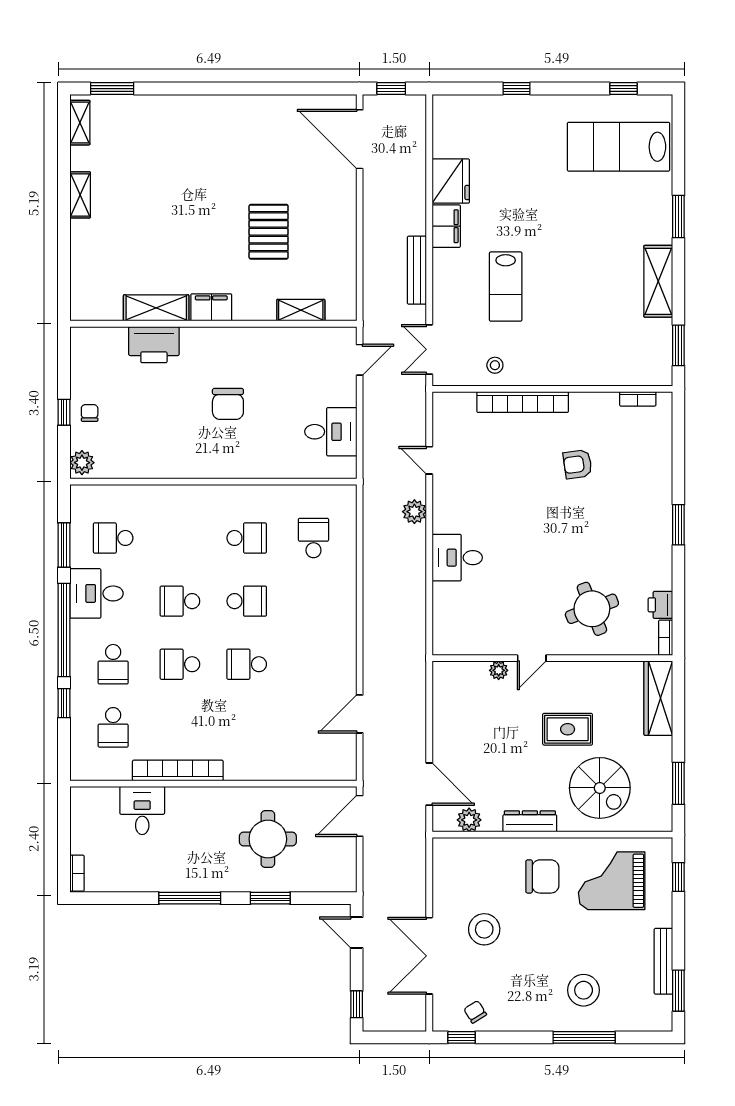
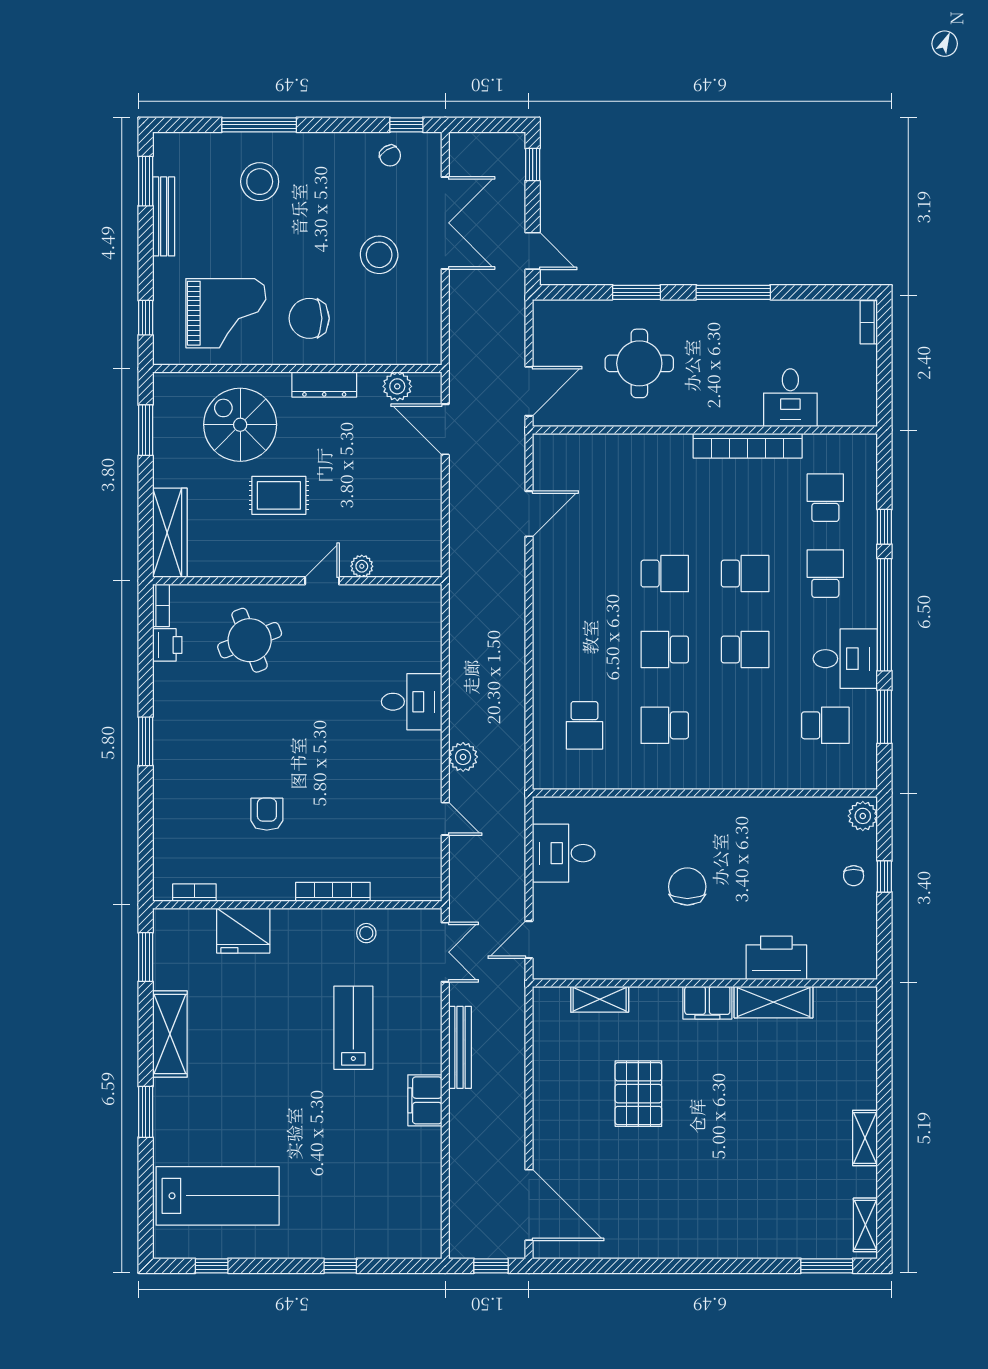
fridge: (451, 181) -> (243, 931), moved, turned -90
bookcase: (523, 402) -> (333, 892), width x0.68, depth x0.76
armchair: (578, 464) -> (267, 814), turned -82

